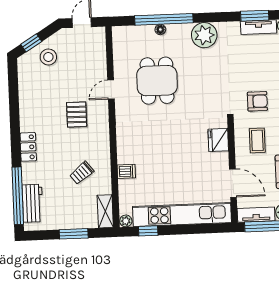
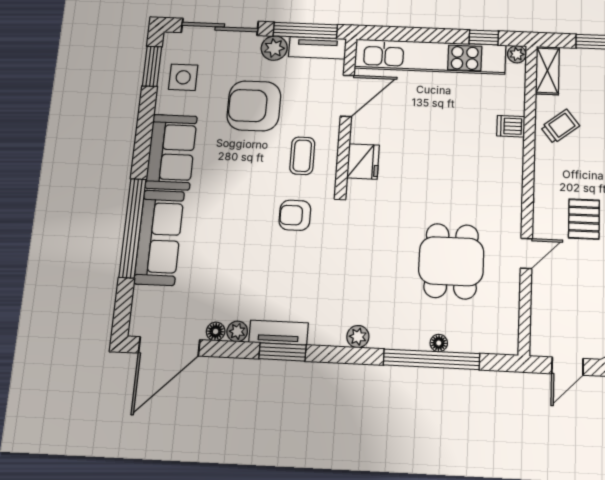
plant: (204, 35) -> (358, 337), width x0.53, depth x0.53
trolley: (82, 173) -> (560, 126), moved
door: (233, 183) -> (347, 96), swing flipped

